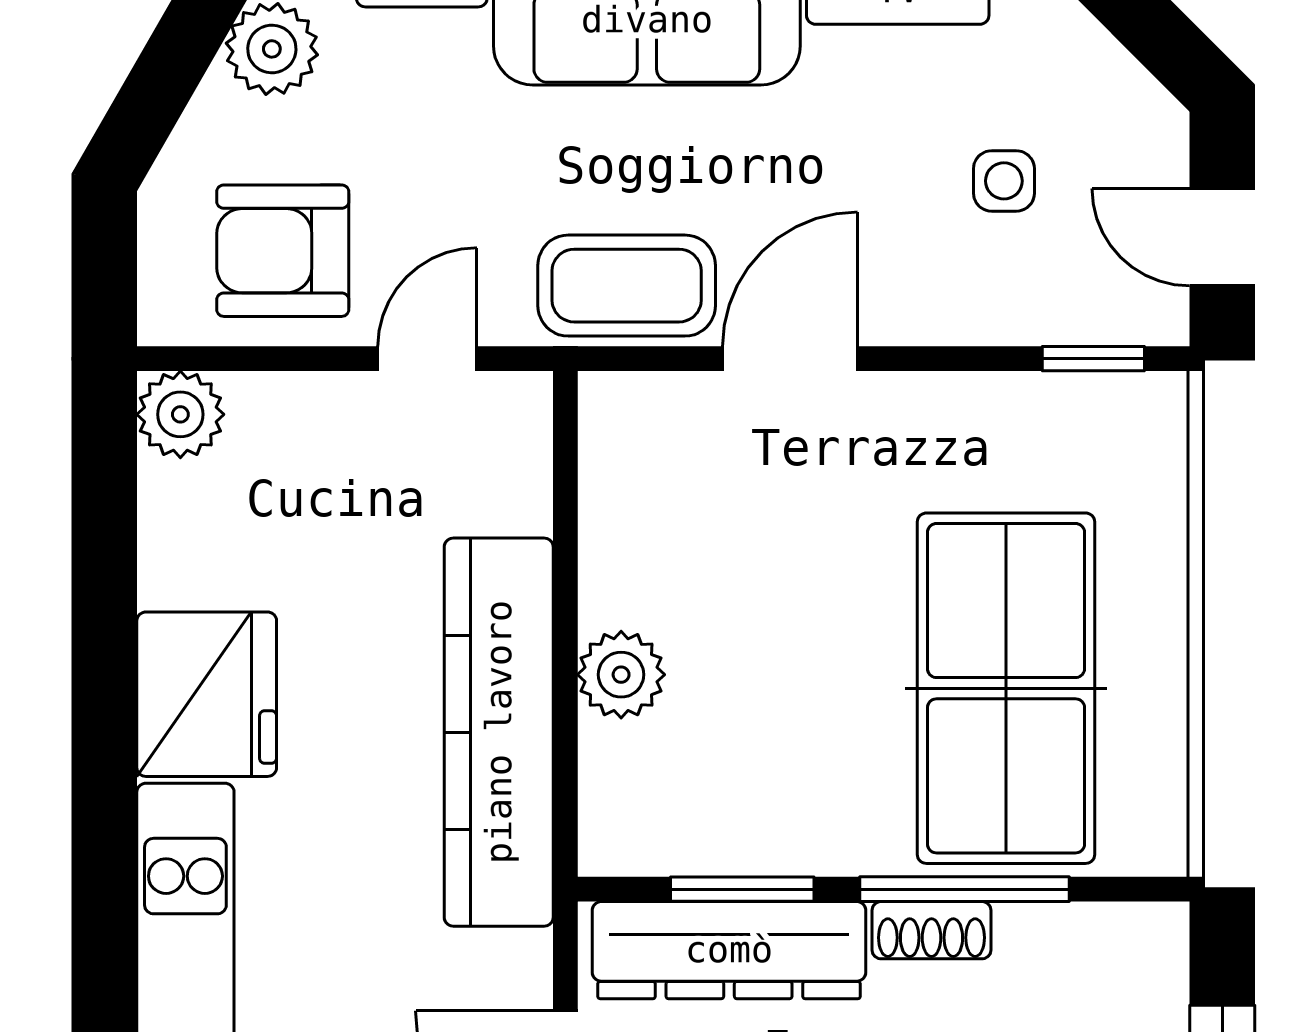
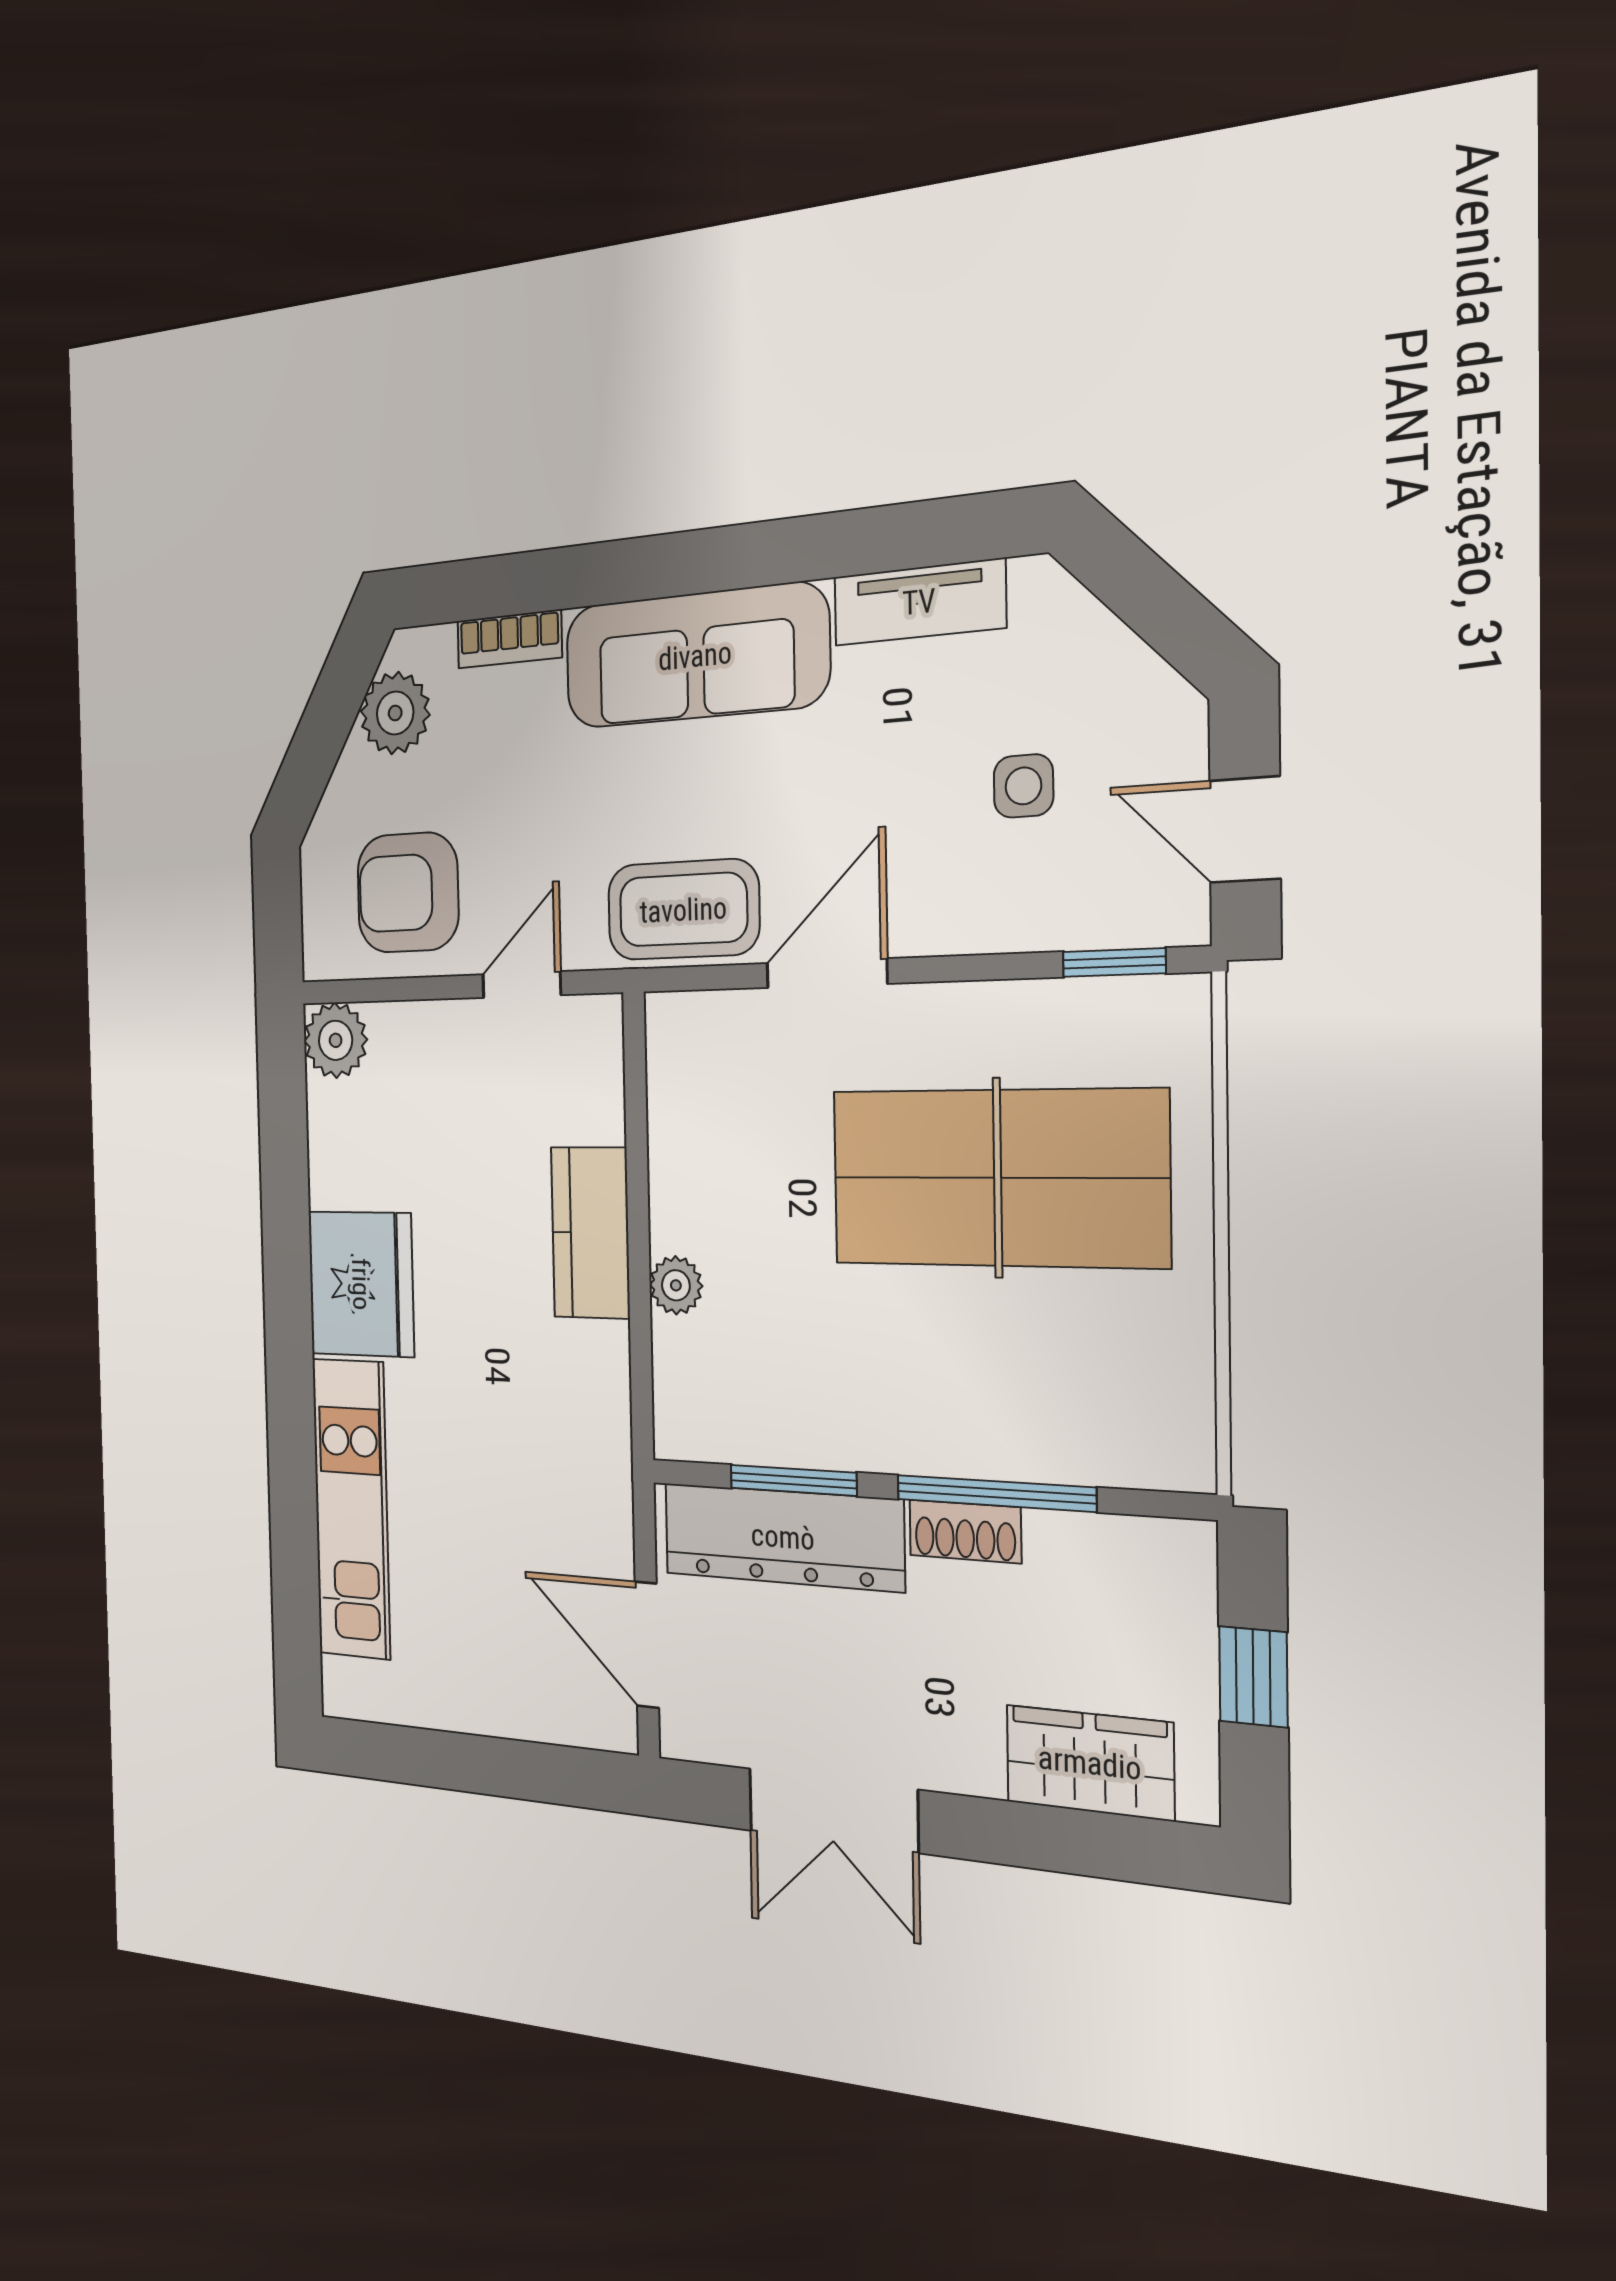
plant: (621, 675) -> (676, 1285), width x0.73, depth x0.73
table tennis table: (1006, 688) -> (998, 1178), moved, turned 90
kitchen counter: (499, 732) -> (590, 1233), width x0.48, depth x0.86

